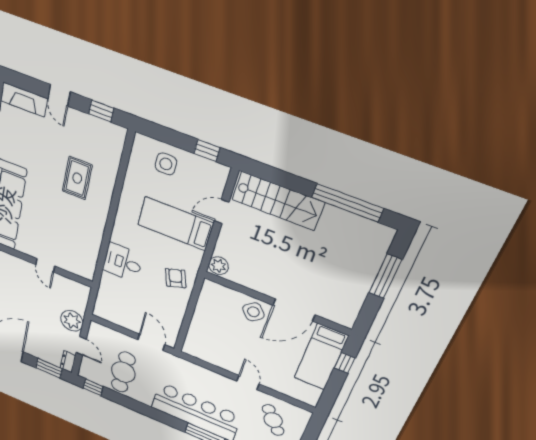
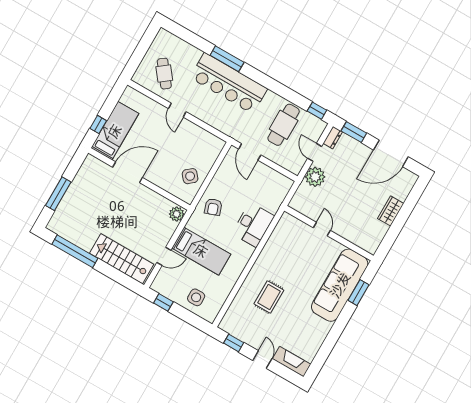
desk: (123, 262) -> (253, 225), width x1.37
side table: (253, 312) -> (190, 176), moved

